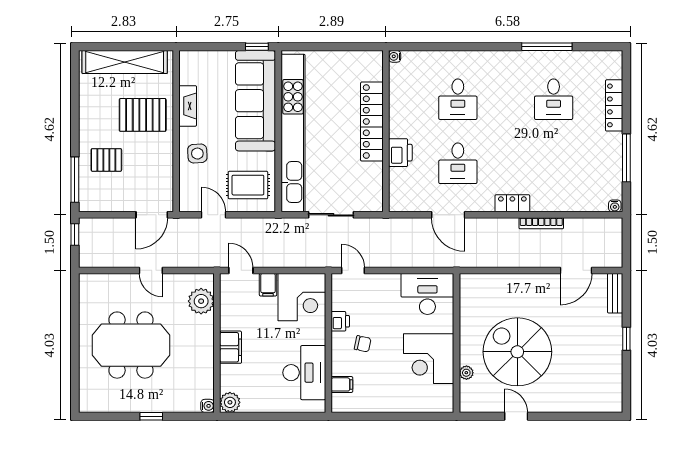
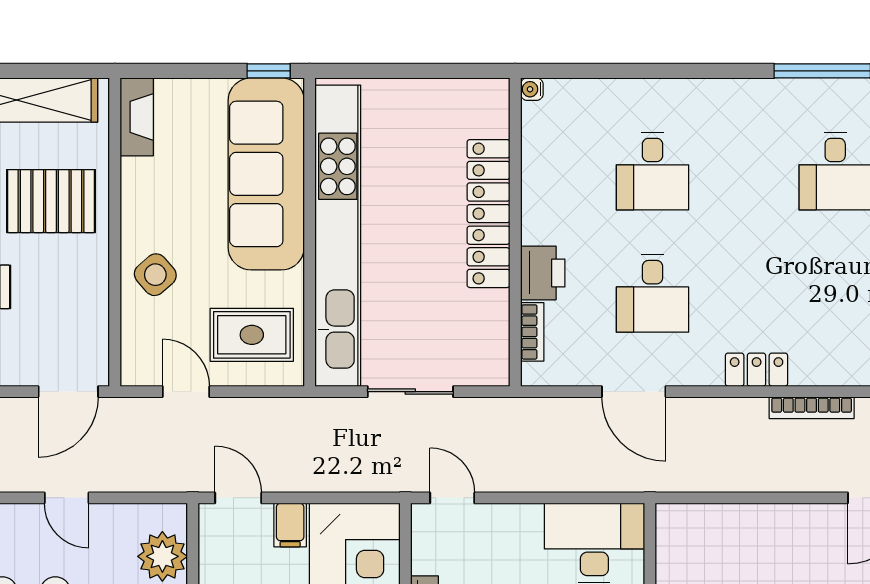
fireplace: (188, 106) -> (137, 117), moved
side table: (197, 154) -> (155, 275), turned -38
bookcase: (395, 184) -> (532, 332), added

